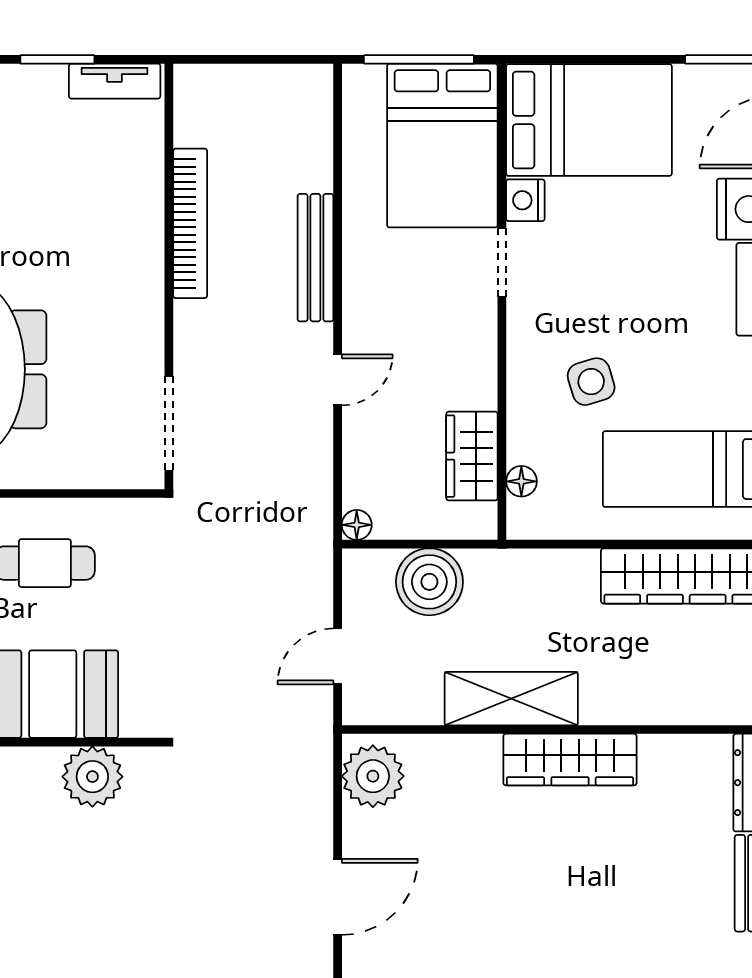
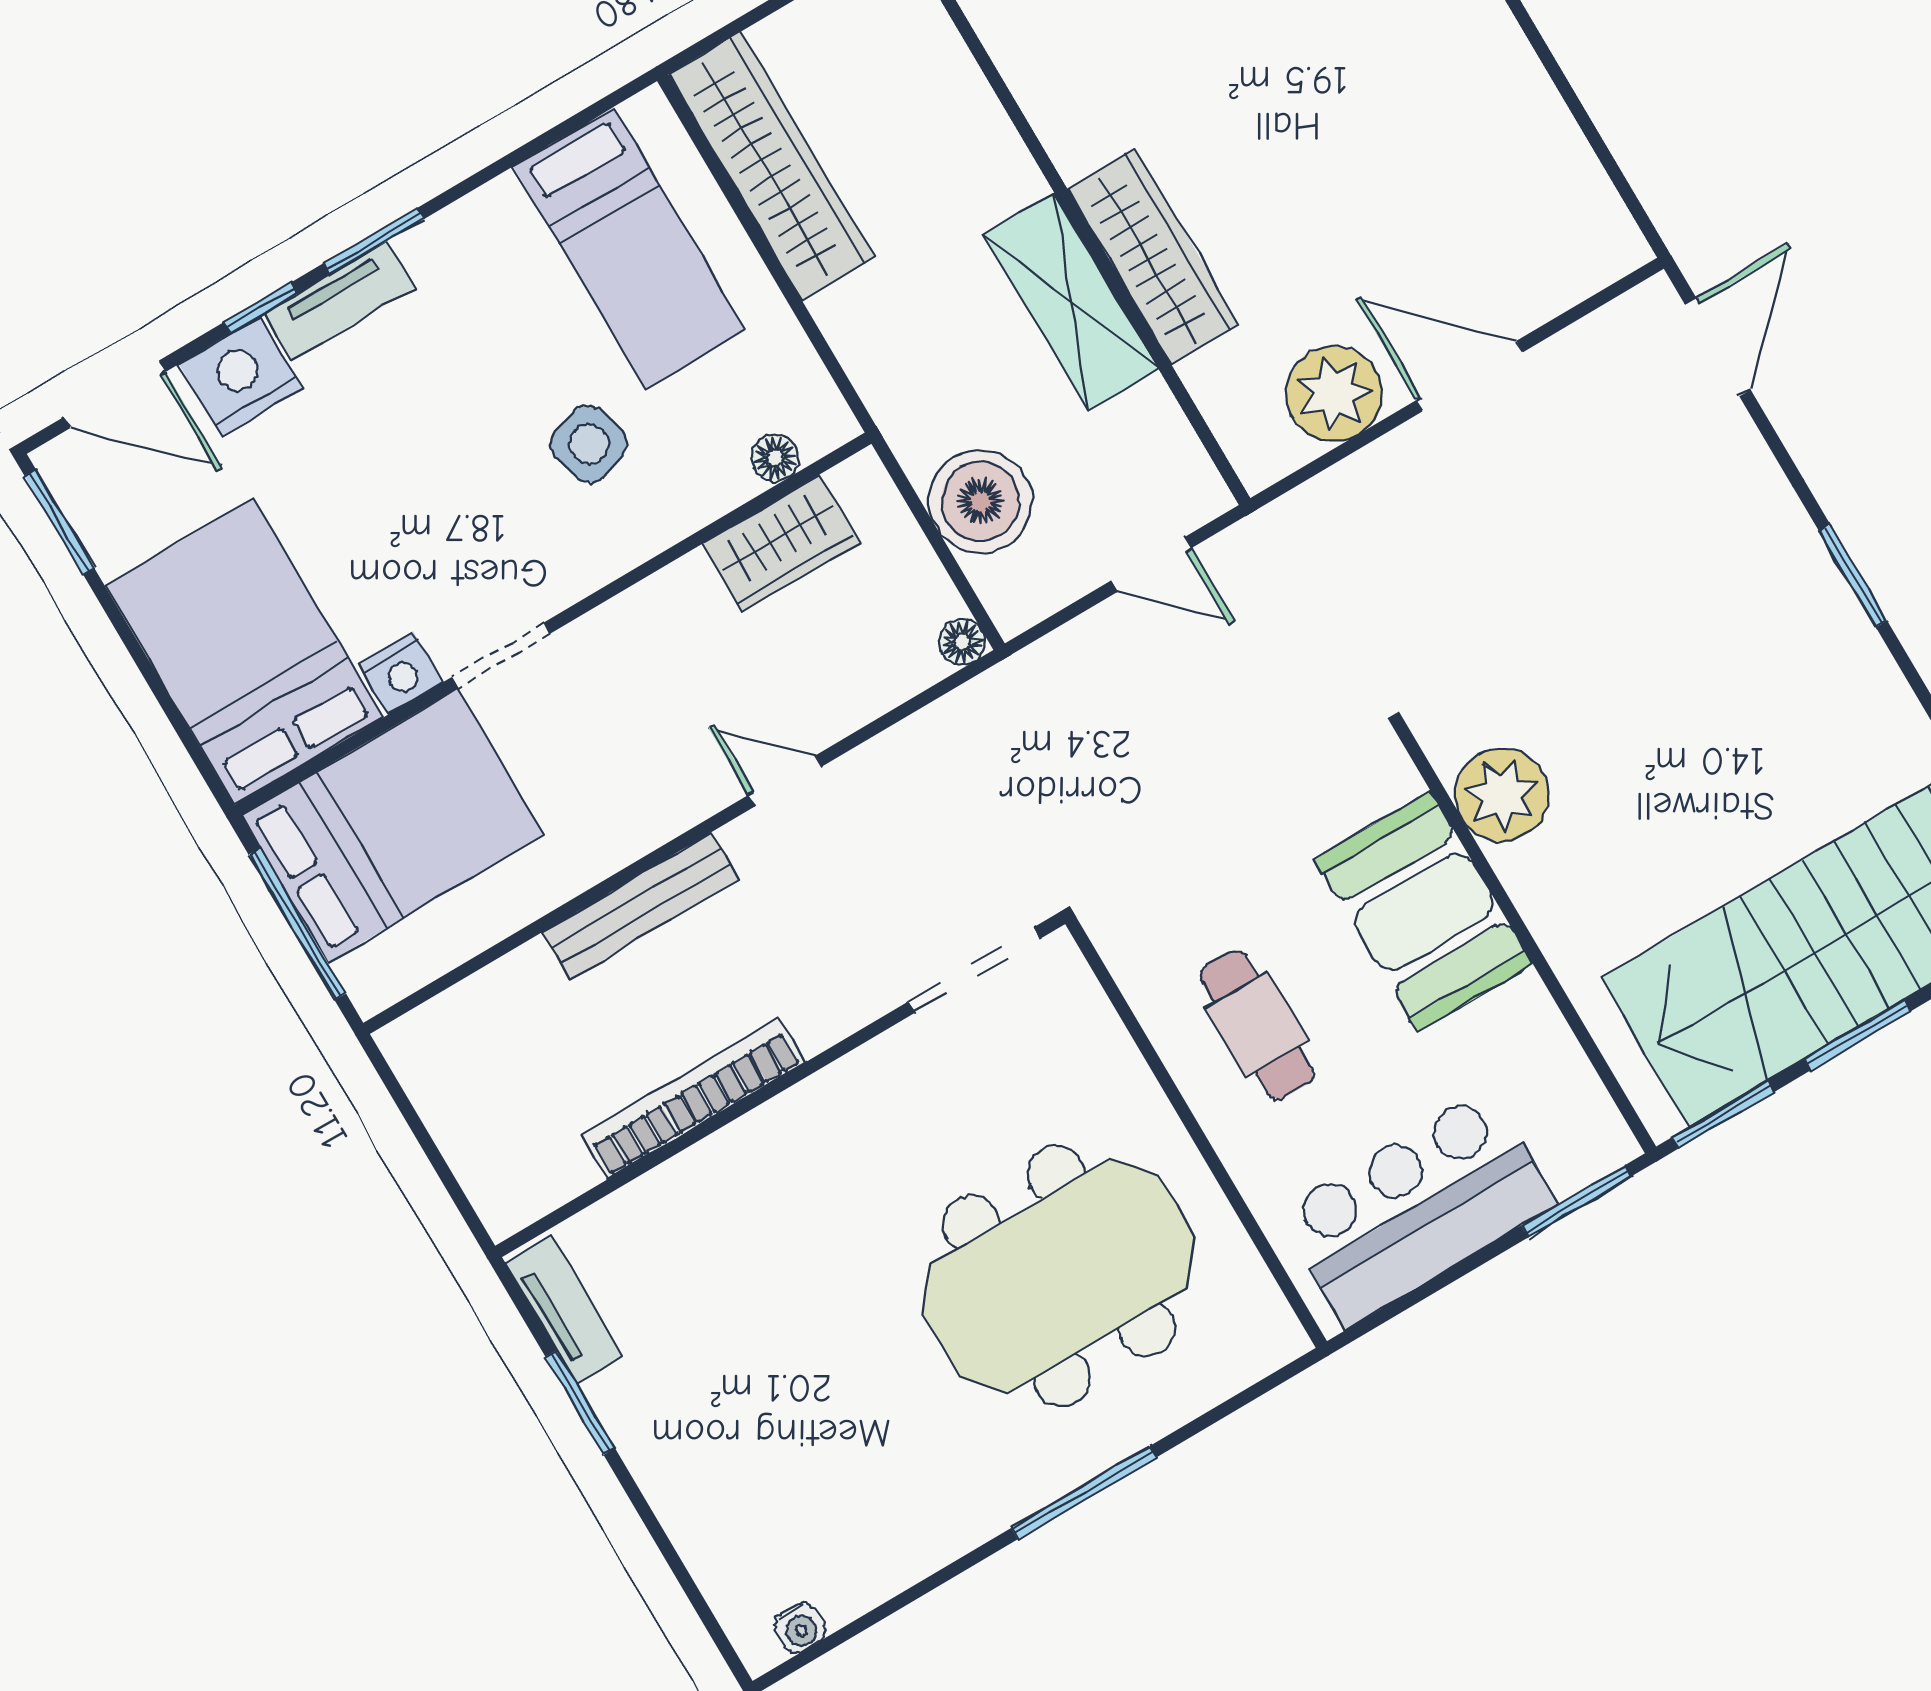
wardrobe: (570, 760) -> (1153, 257), moved
plant: (373, 776) -> (1334, 393), moved

